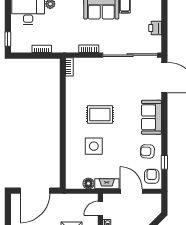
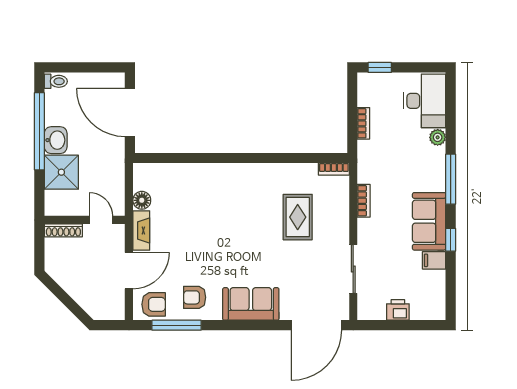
sliding door: (130, 55) -> (353, 269), width x0.54
rug: (100, 115) -> (298, 217), moved
side table: (94, 146) -> (203, 209), removed
armchair: (147, 151) -> (195, 297), turned -94
window: (164, 162) -> (177, 325), width x2.17

